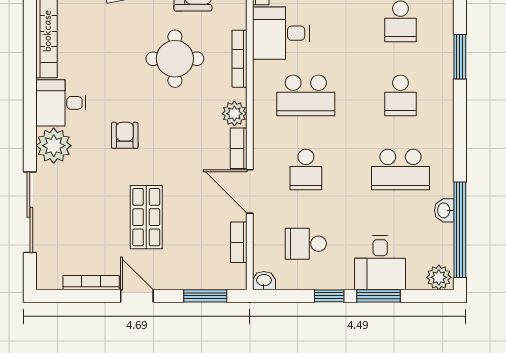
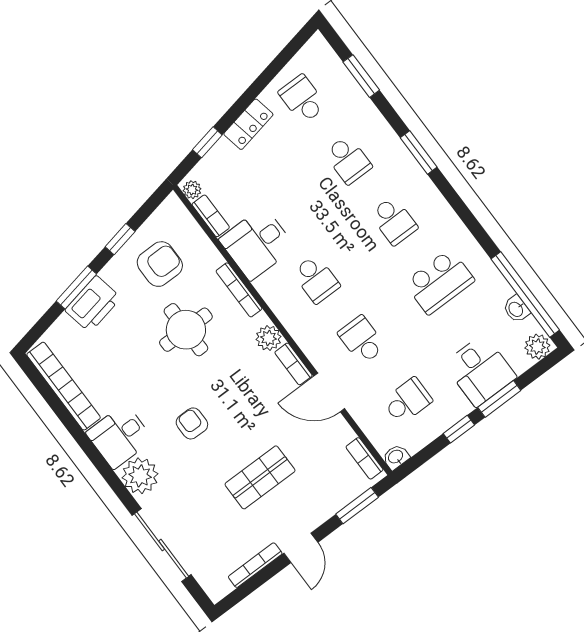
school desk: (306, 95) -> (316, 279), width x0.54
school desk: (306, 170) -> (362, 340), turned 180
washbasin: (444, 210) -> (516, 309), moved
shop shelf: (146, 217) -> (260, 477), turned 90
bookcase: (239, 242) -> (364, 458), moved
school desk: (306, 244) -> (407, 401), turned 180
door: (137, 296) -> (301, 548), swing flipped

